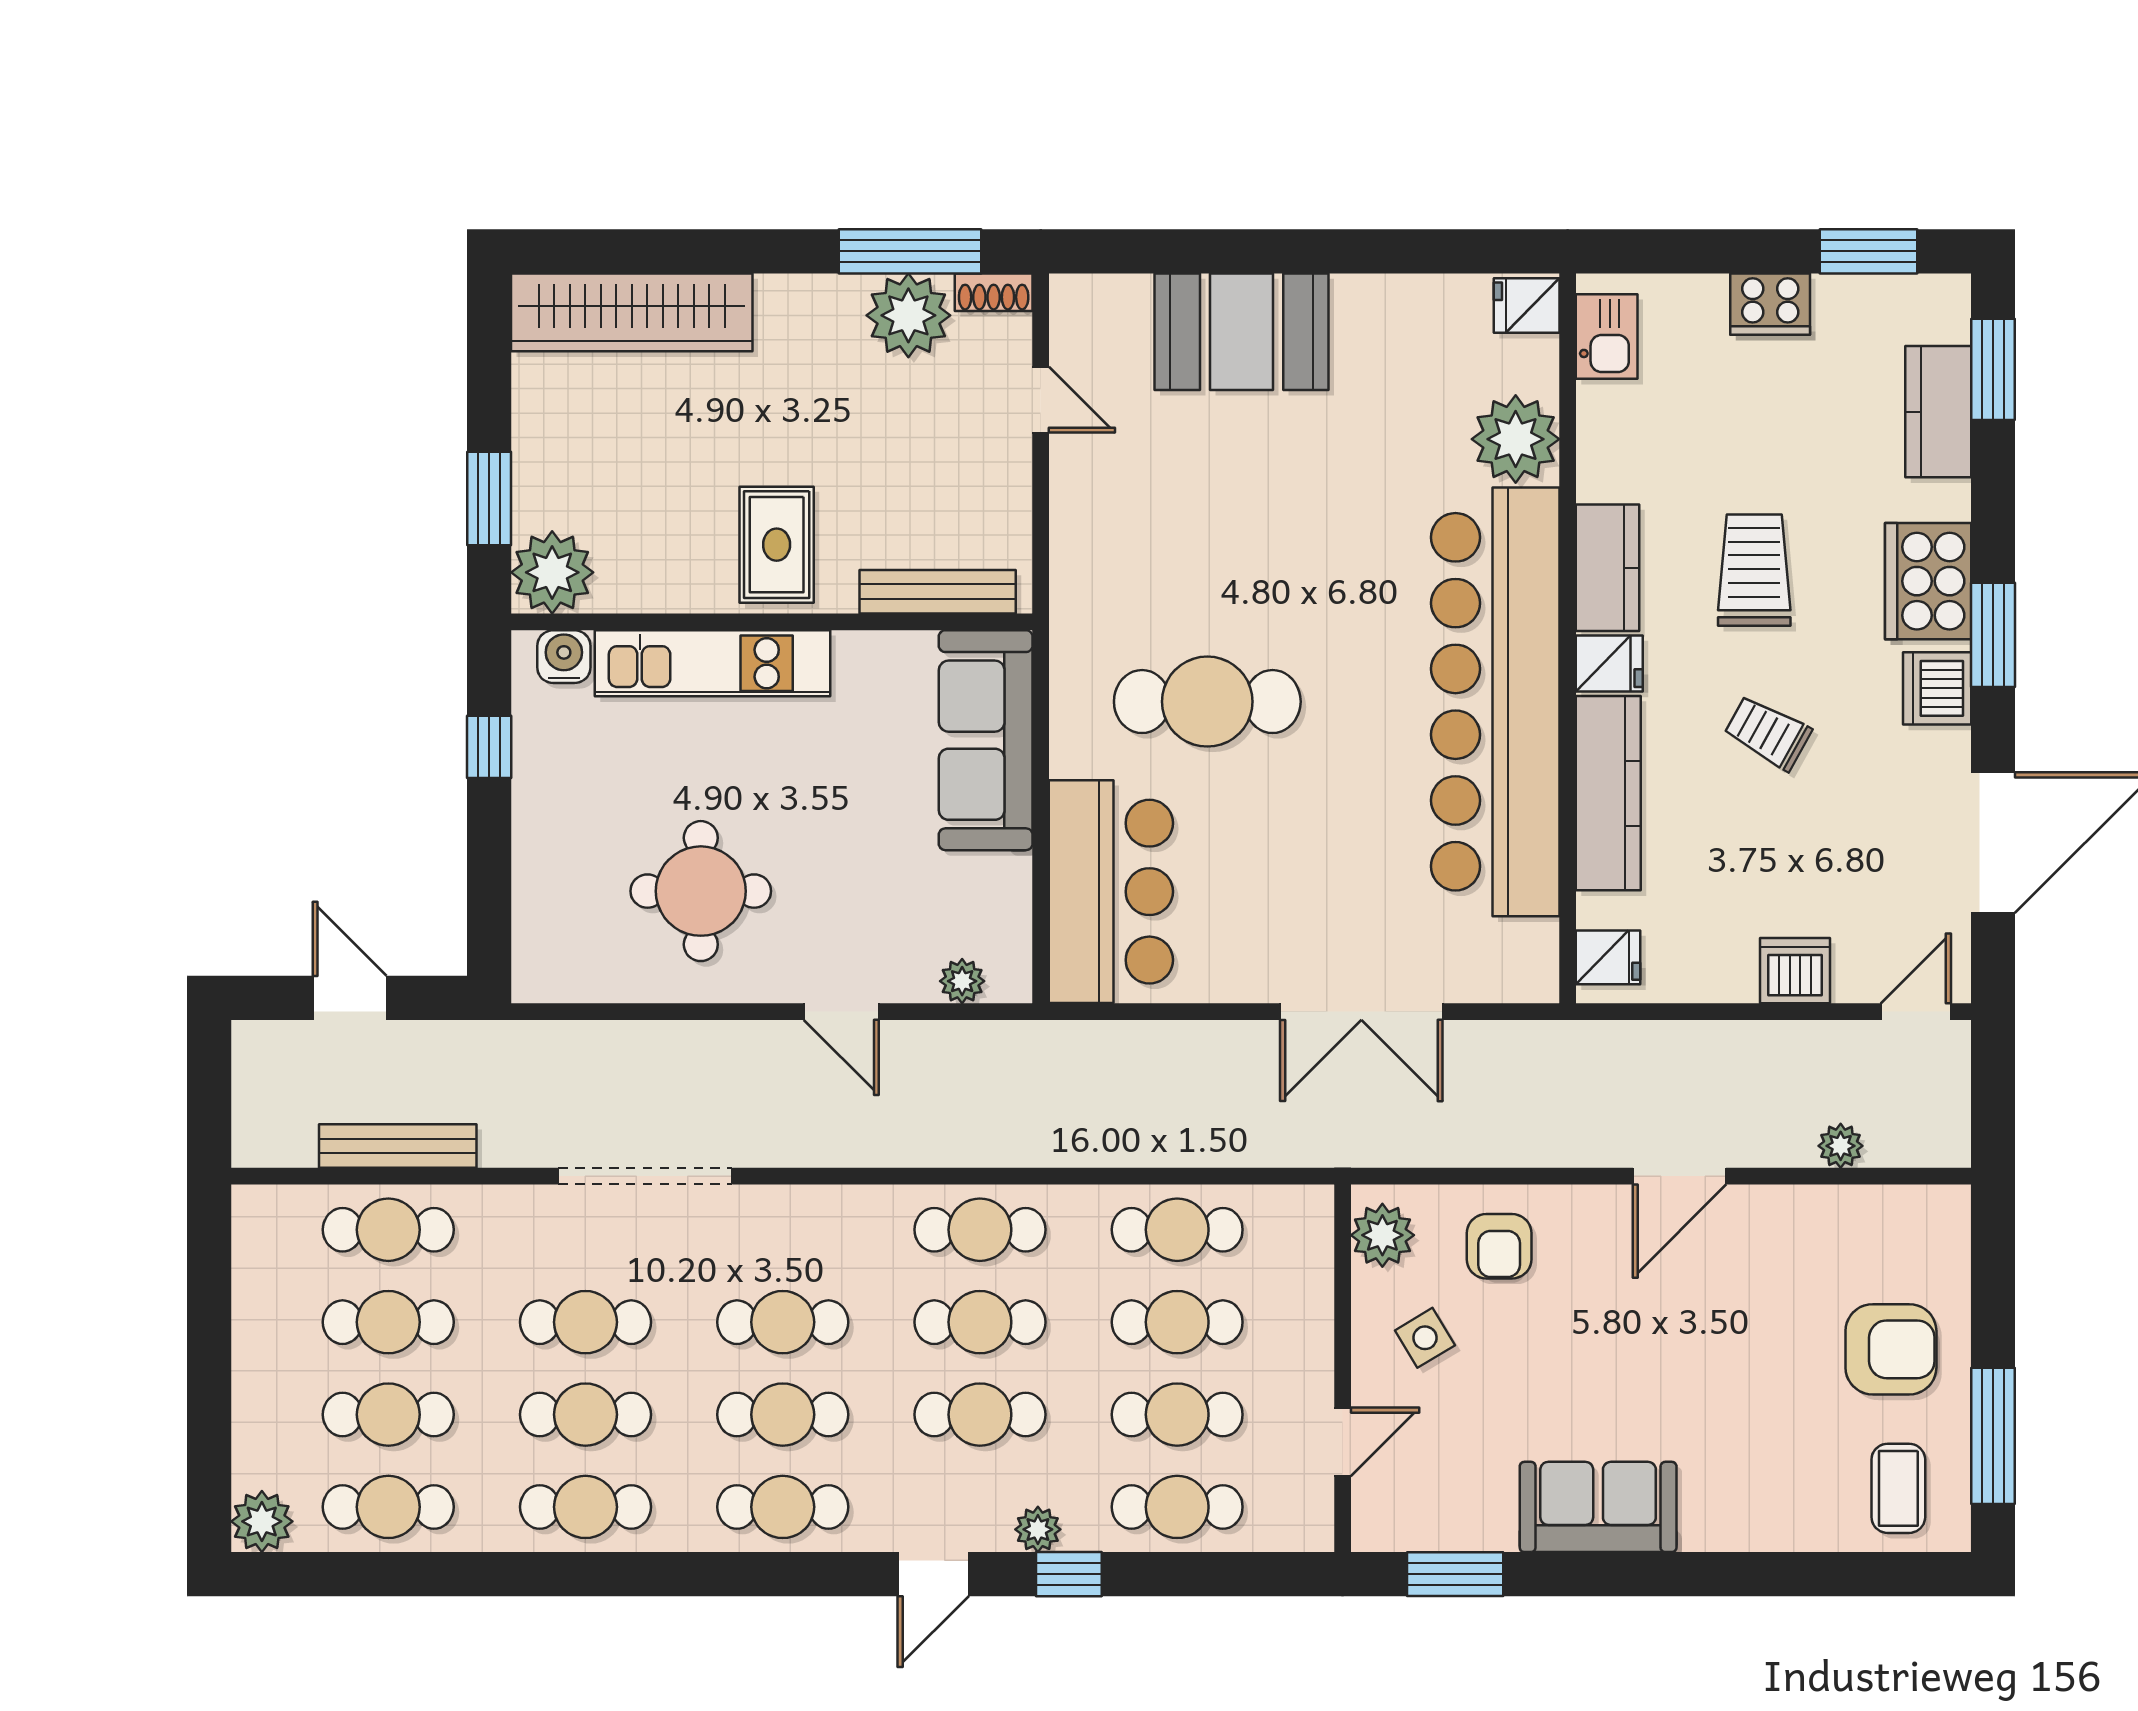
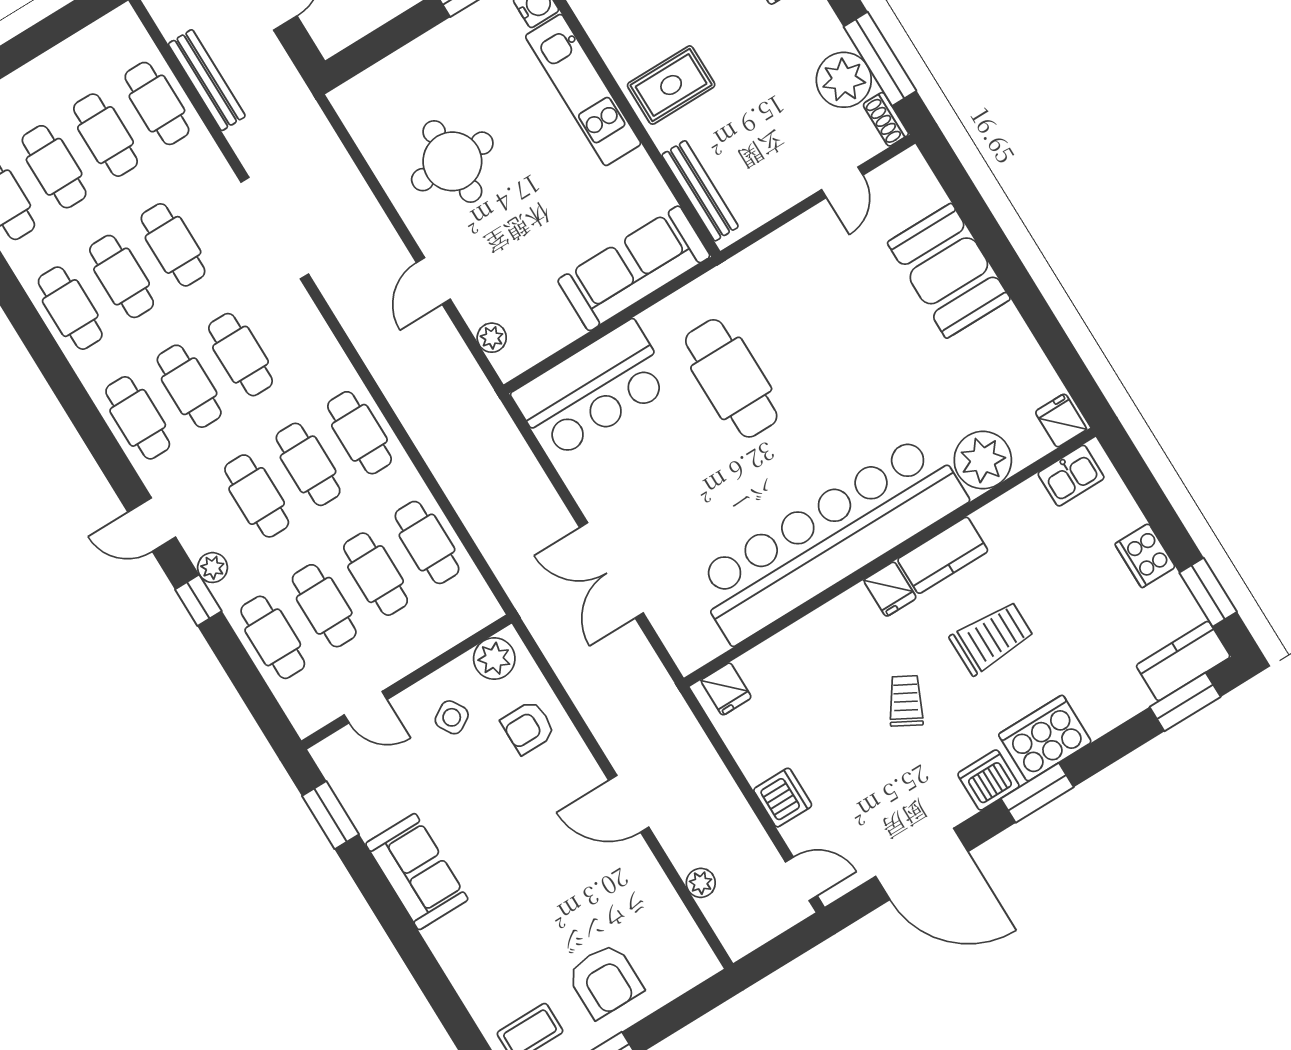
kitchen counter: (1938, 412) -> (1183, 661), moved
kitchen counter: (1608, 793) -> (817, 633), removed

